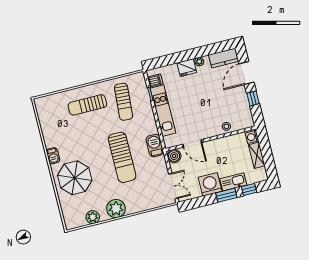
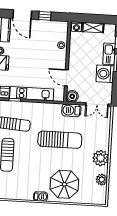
door: (192, 143) -> (66, 78), swing flipped
barbecue: (155, 146) -> (71, 110), moved
double door: (173, 186) -> (97, 105), swing flipped

